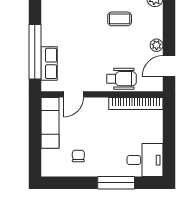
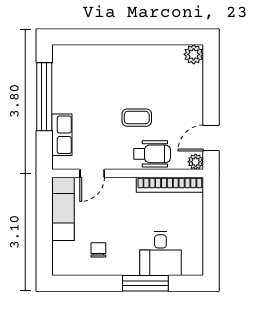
coffee table: (120, 19) -> (137, 118), moved
plant: (157, 45) -> (196, 162), moved
window: (35, 52) -> (44, 97), moved
desk: (145, 160) -> (160, 253), moved, turned 90

